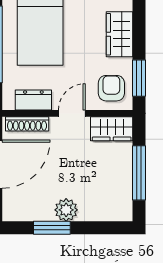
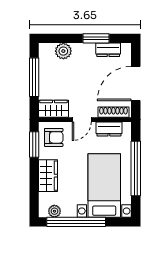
armchair: (111, 88) -> (54, 137), turned -90
plant: (66, 210) -> (63, 51), moved
dresser: (35, 212) -> (108, 50), added

